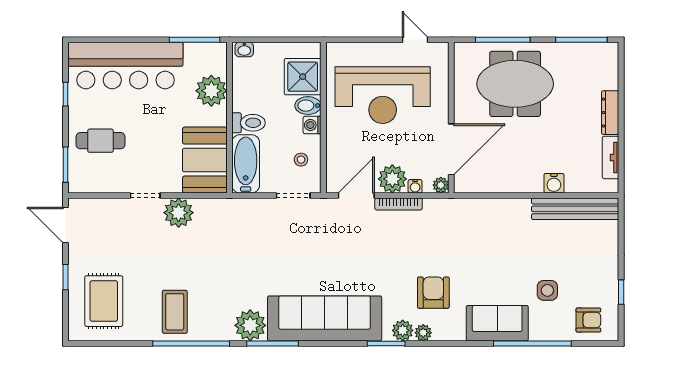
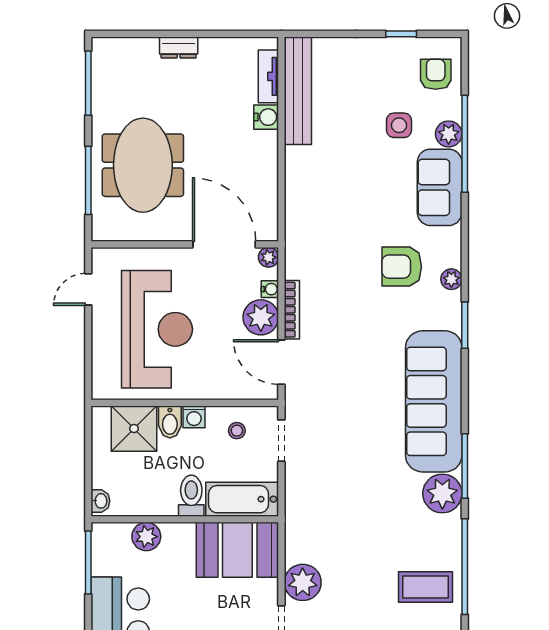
plant: (211, 91) -> (146, 537), width x0.73, depth x0.73
dresser: (610, 113) -> (179, 47), width x0.70
tv unit: (611, 157) -> (268, 76), moved, turned 90
plant: (403, 330) -> (449, 134), moved

